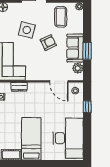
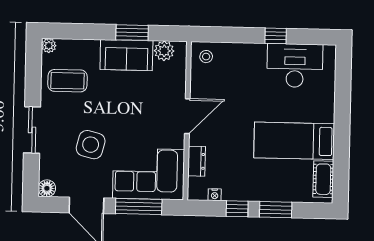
armchair: (48, 43) -> (115, 105), removed
door: (59, 81) -> (187, 116), moved
window: (87, 107) -> (276, 36), moved
desk: (68, 138) -> (295, 66), width x0.73, depth x0.77

